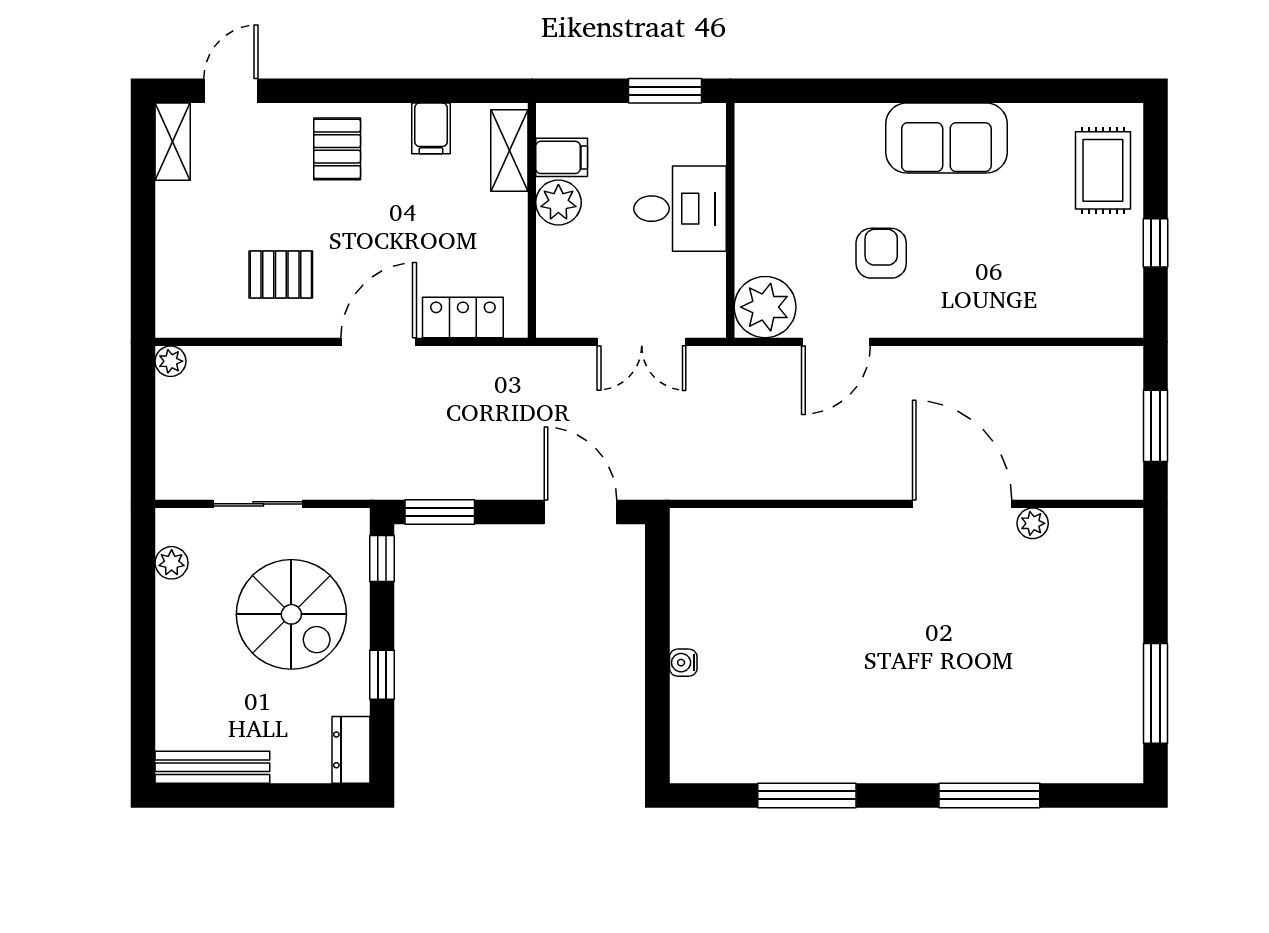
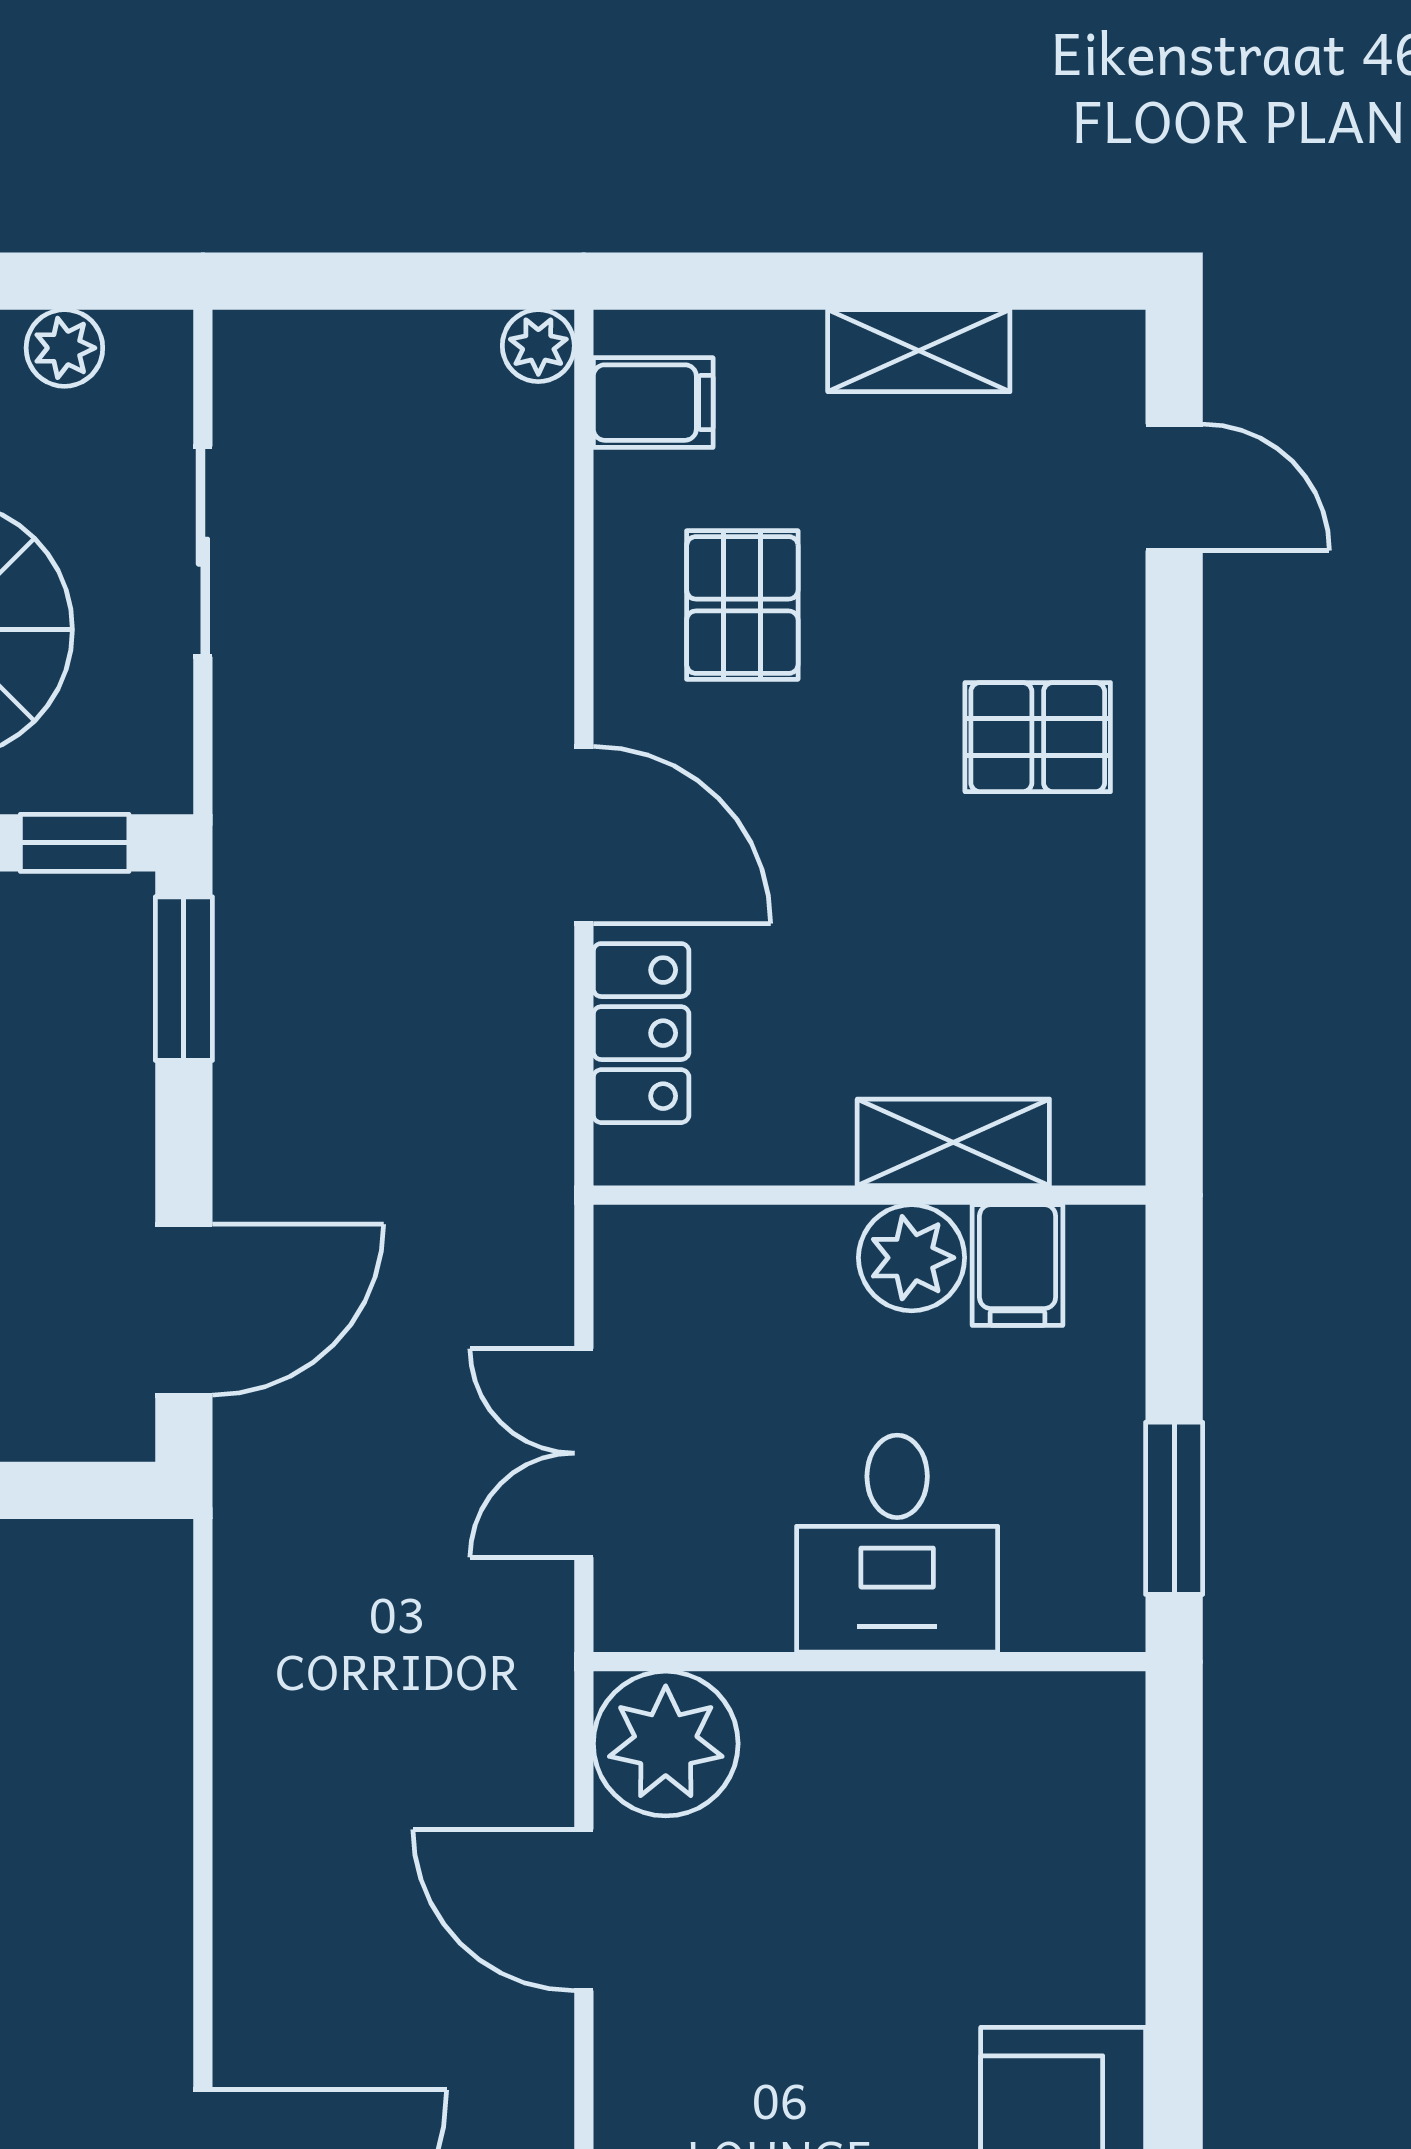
filing cabinet: (431, 128) -> (653, 403), moved, turned 180
shelving: (173, 142) -> (919, 351), moved
shelving: (509, 151) -> (953, 1142), moved
armchair: (881, 253) -> (792, 2016), removed

